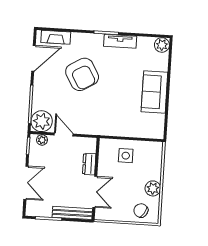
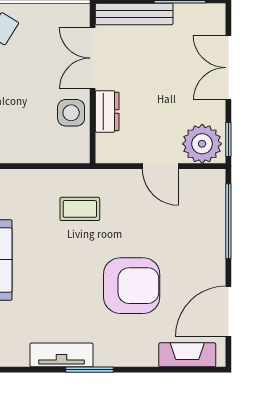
armchair: (82, 74) -> (132, 286), turned 120
coffee table: (106, 115) -> (80, 209), added
plant: (42, 121) -> (205, 189), removed
plant: (42, 140) -> (202, 144), width x1.88, depth x1.88
side table: (126, 156) -> (71, 113), moved

